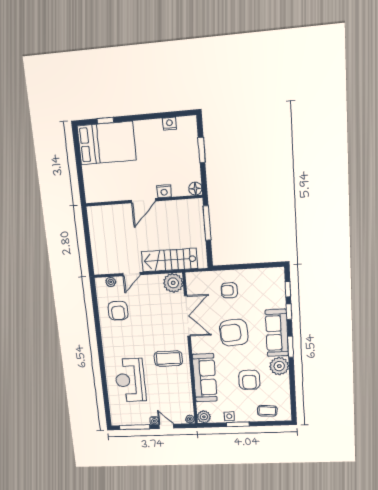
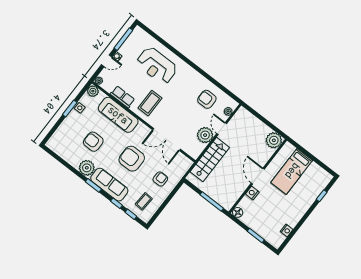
bed: (107, 143) -> (292, 171), moved, width x0.67
plant: (97, 216) -> (274, 140), added
plant: (173, 283) -> (205, 135), moved
armchair: (234, 333) -> (132, 159), turned -86
reception desk: (130, 380) -> (157, 66), turned 180
row of seats: (185, 387) -> (123, 97), added
coffee table: (267, 411) -> (144, 201), moved

